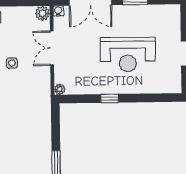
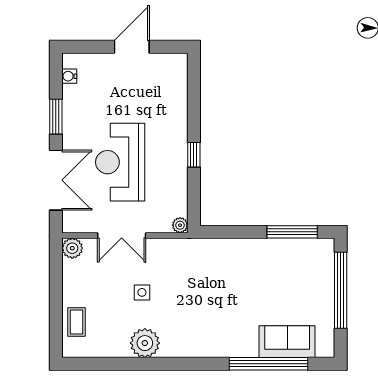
water cooler: (58, 11) -> (69, 76), moved
reception desk: (128, 54) -> (120, 162), moved, turned 180

